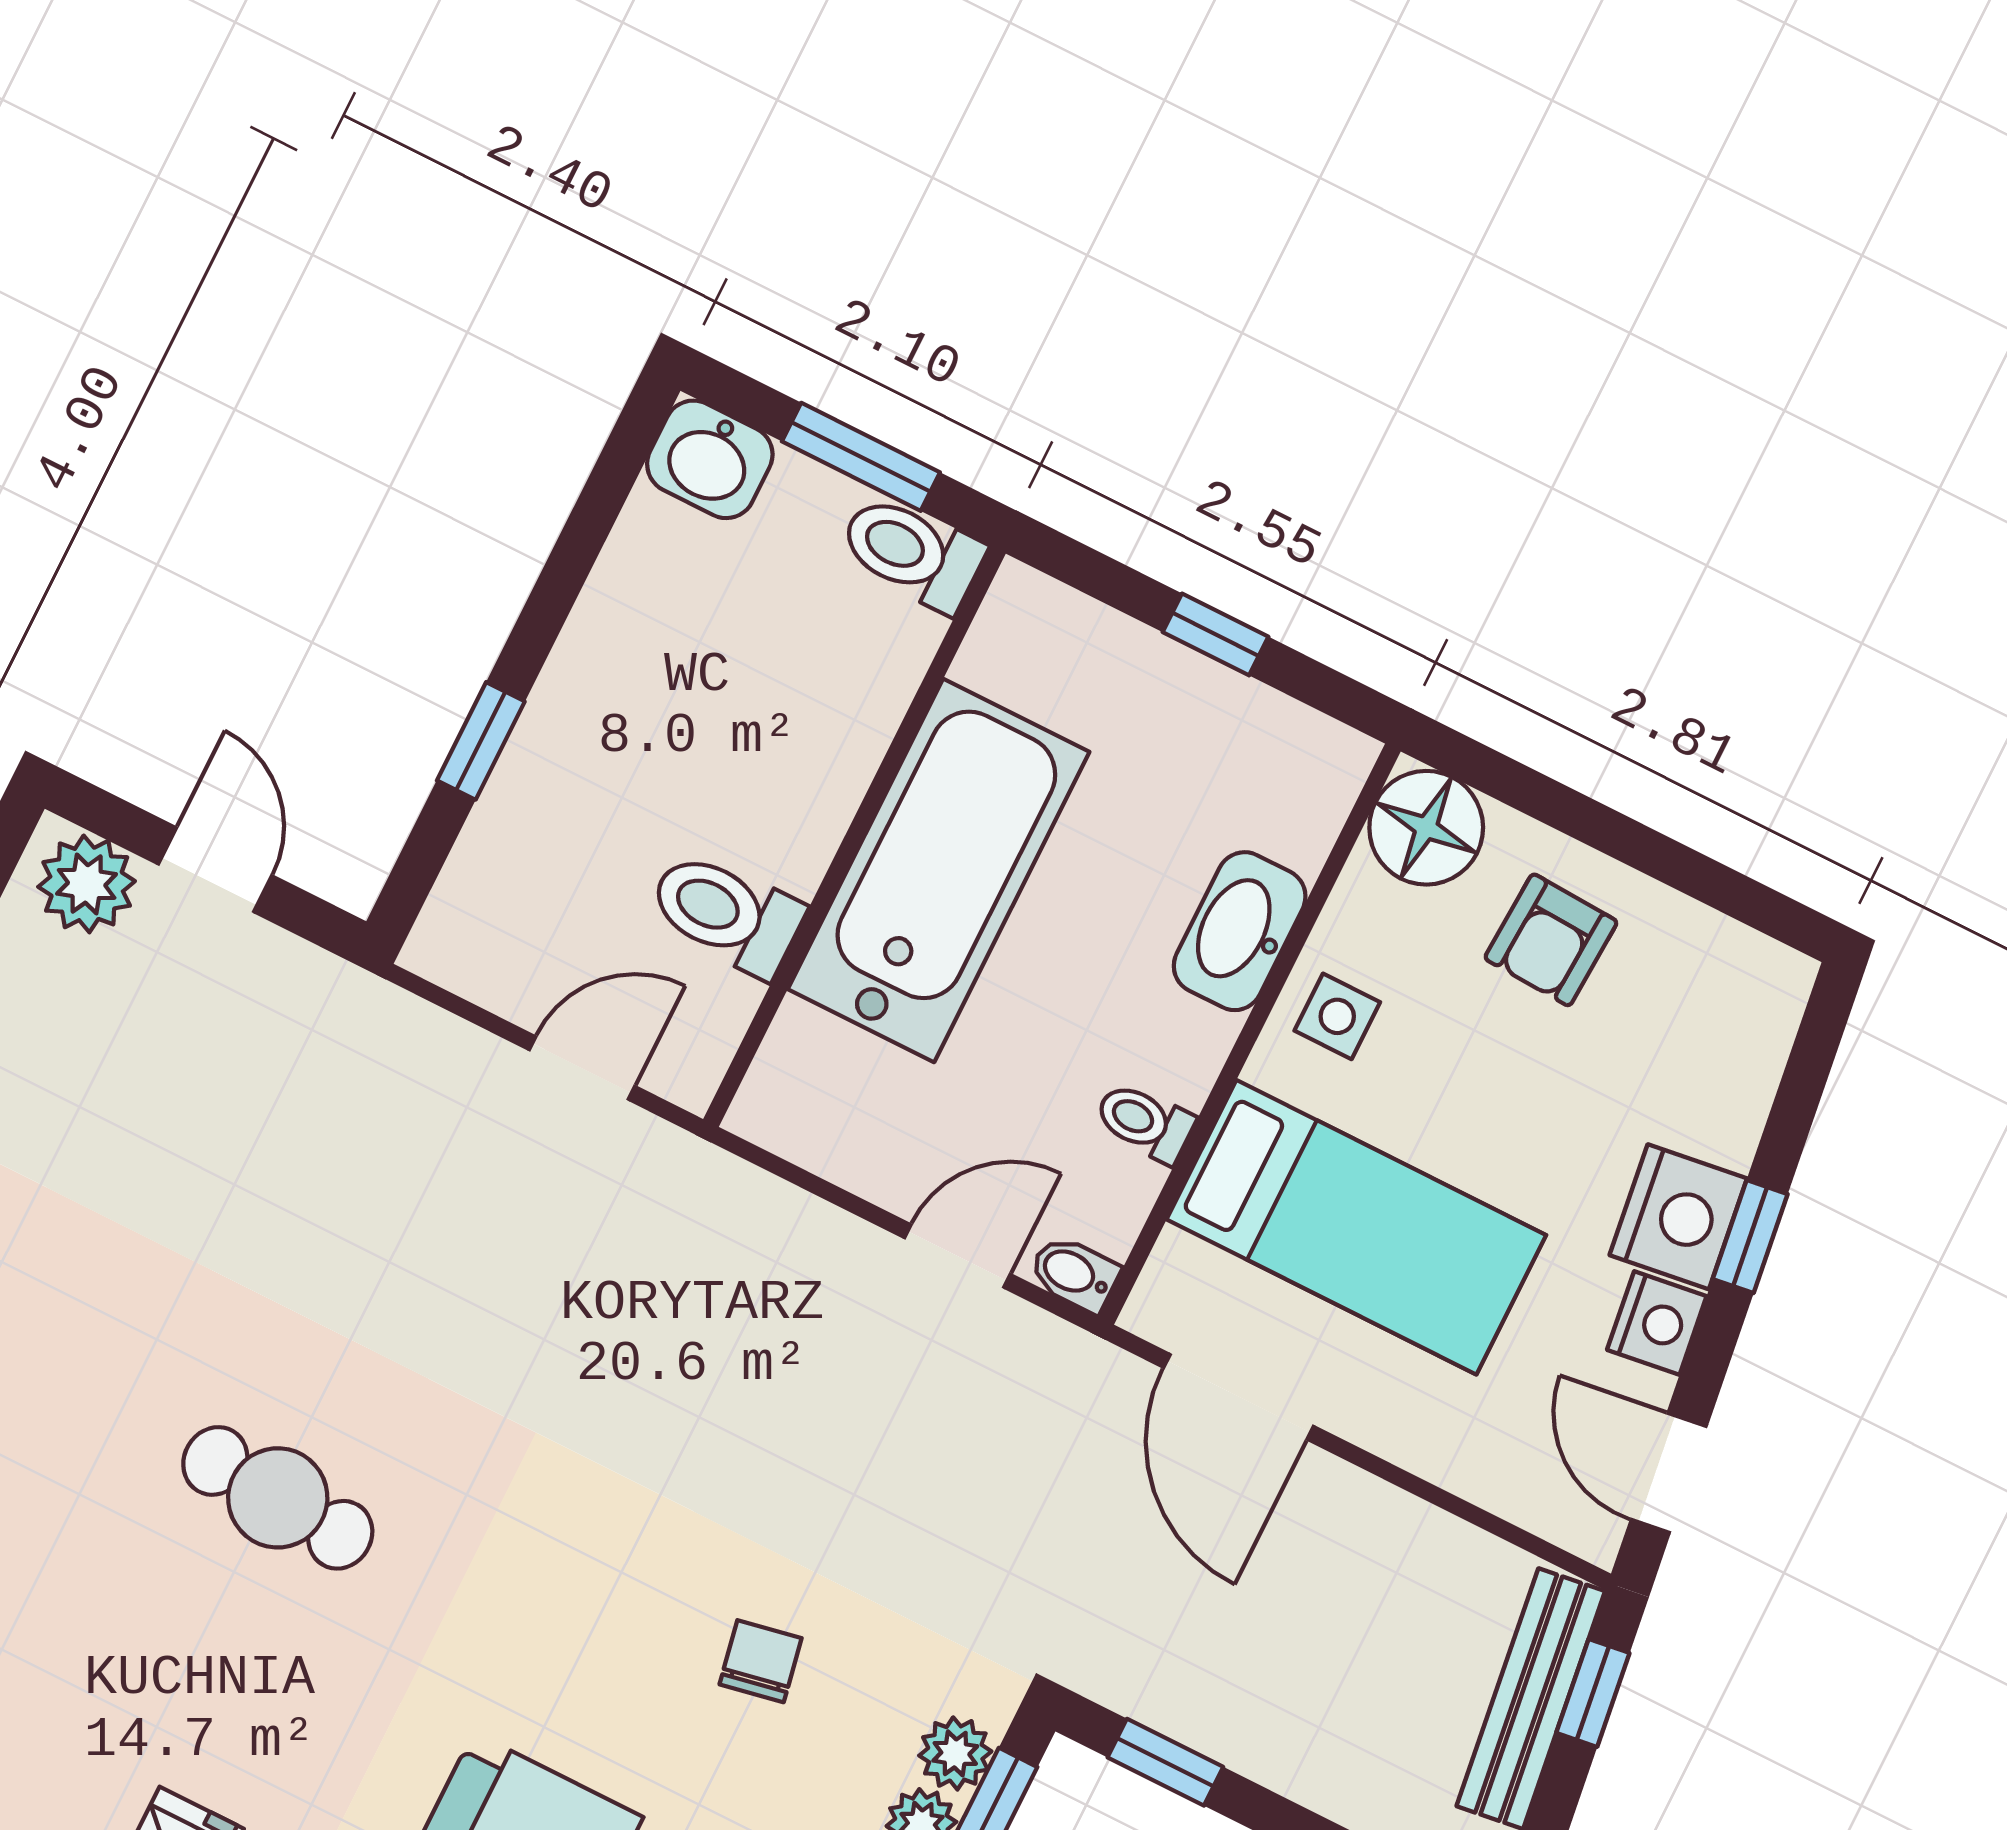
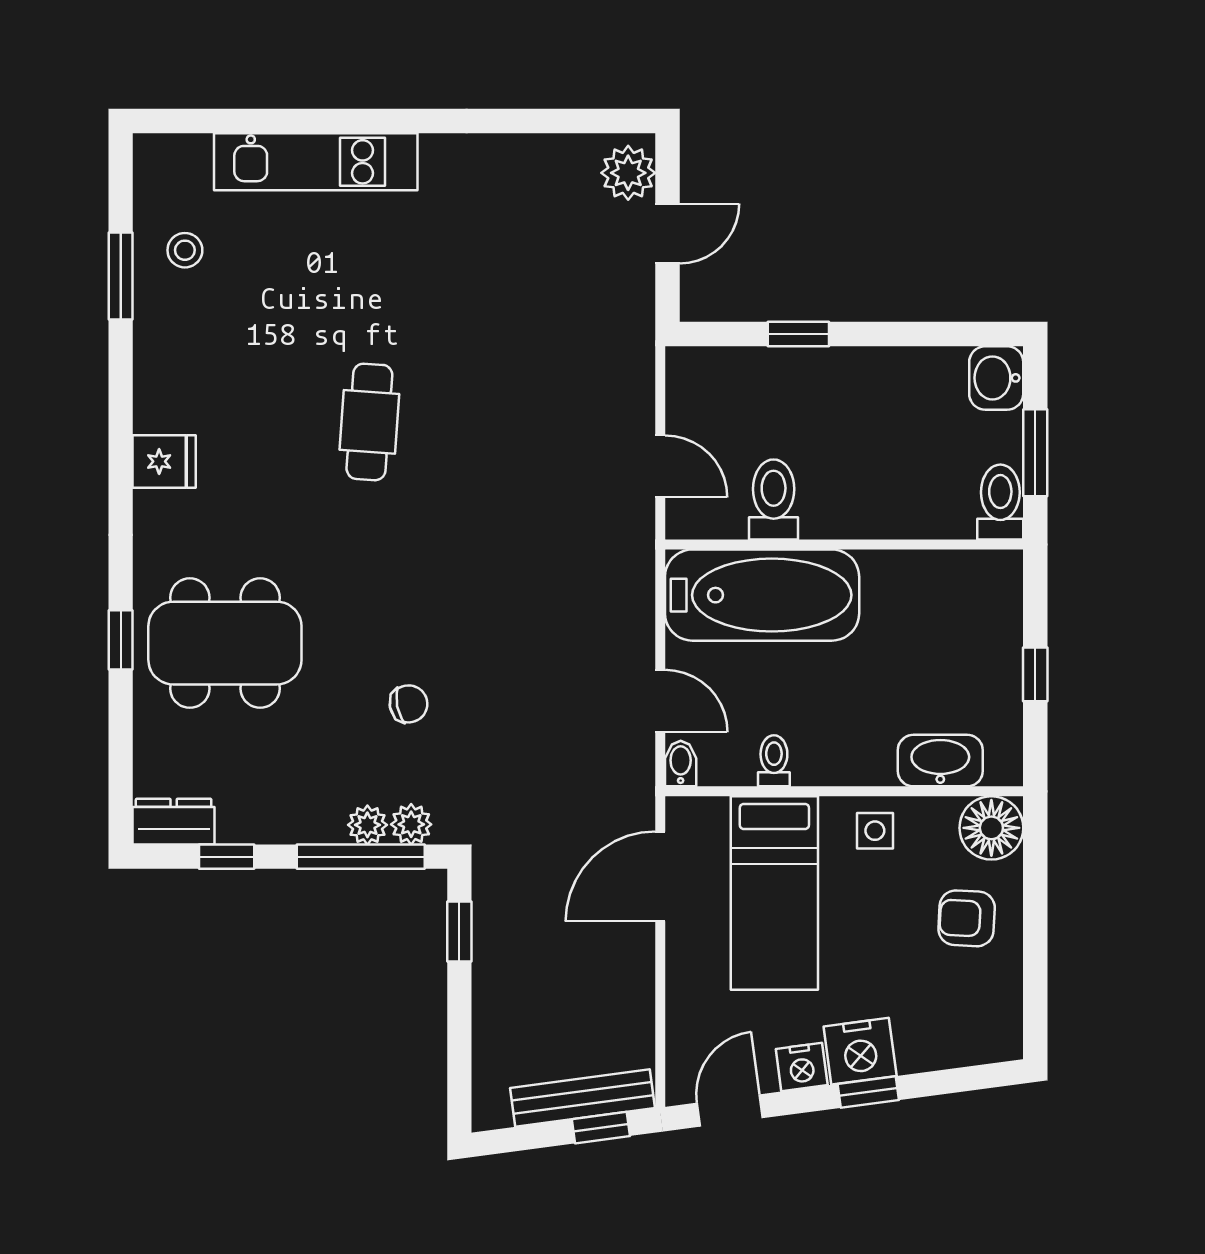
bathtub: (939, 870) -> (762, 595), moved
washbasin: (1240, 931) -> (940, 761), moved

